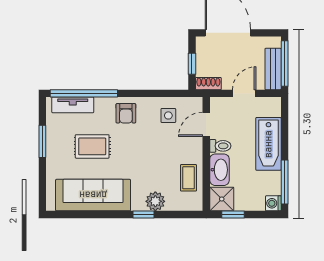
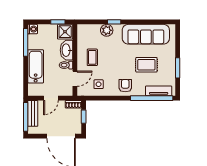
coffee table: (189, 178) -> (92, 57), moved

